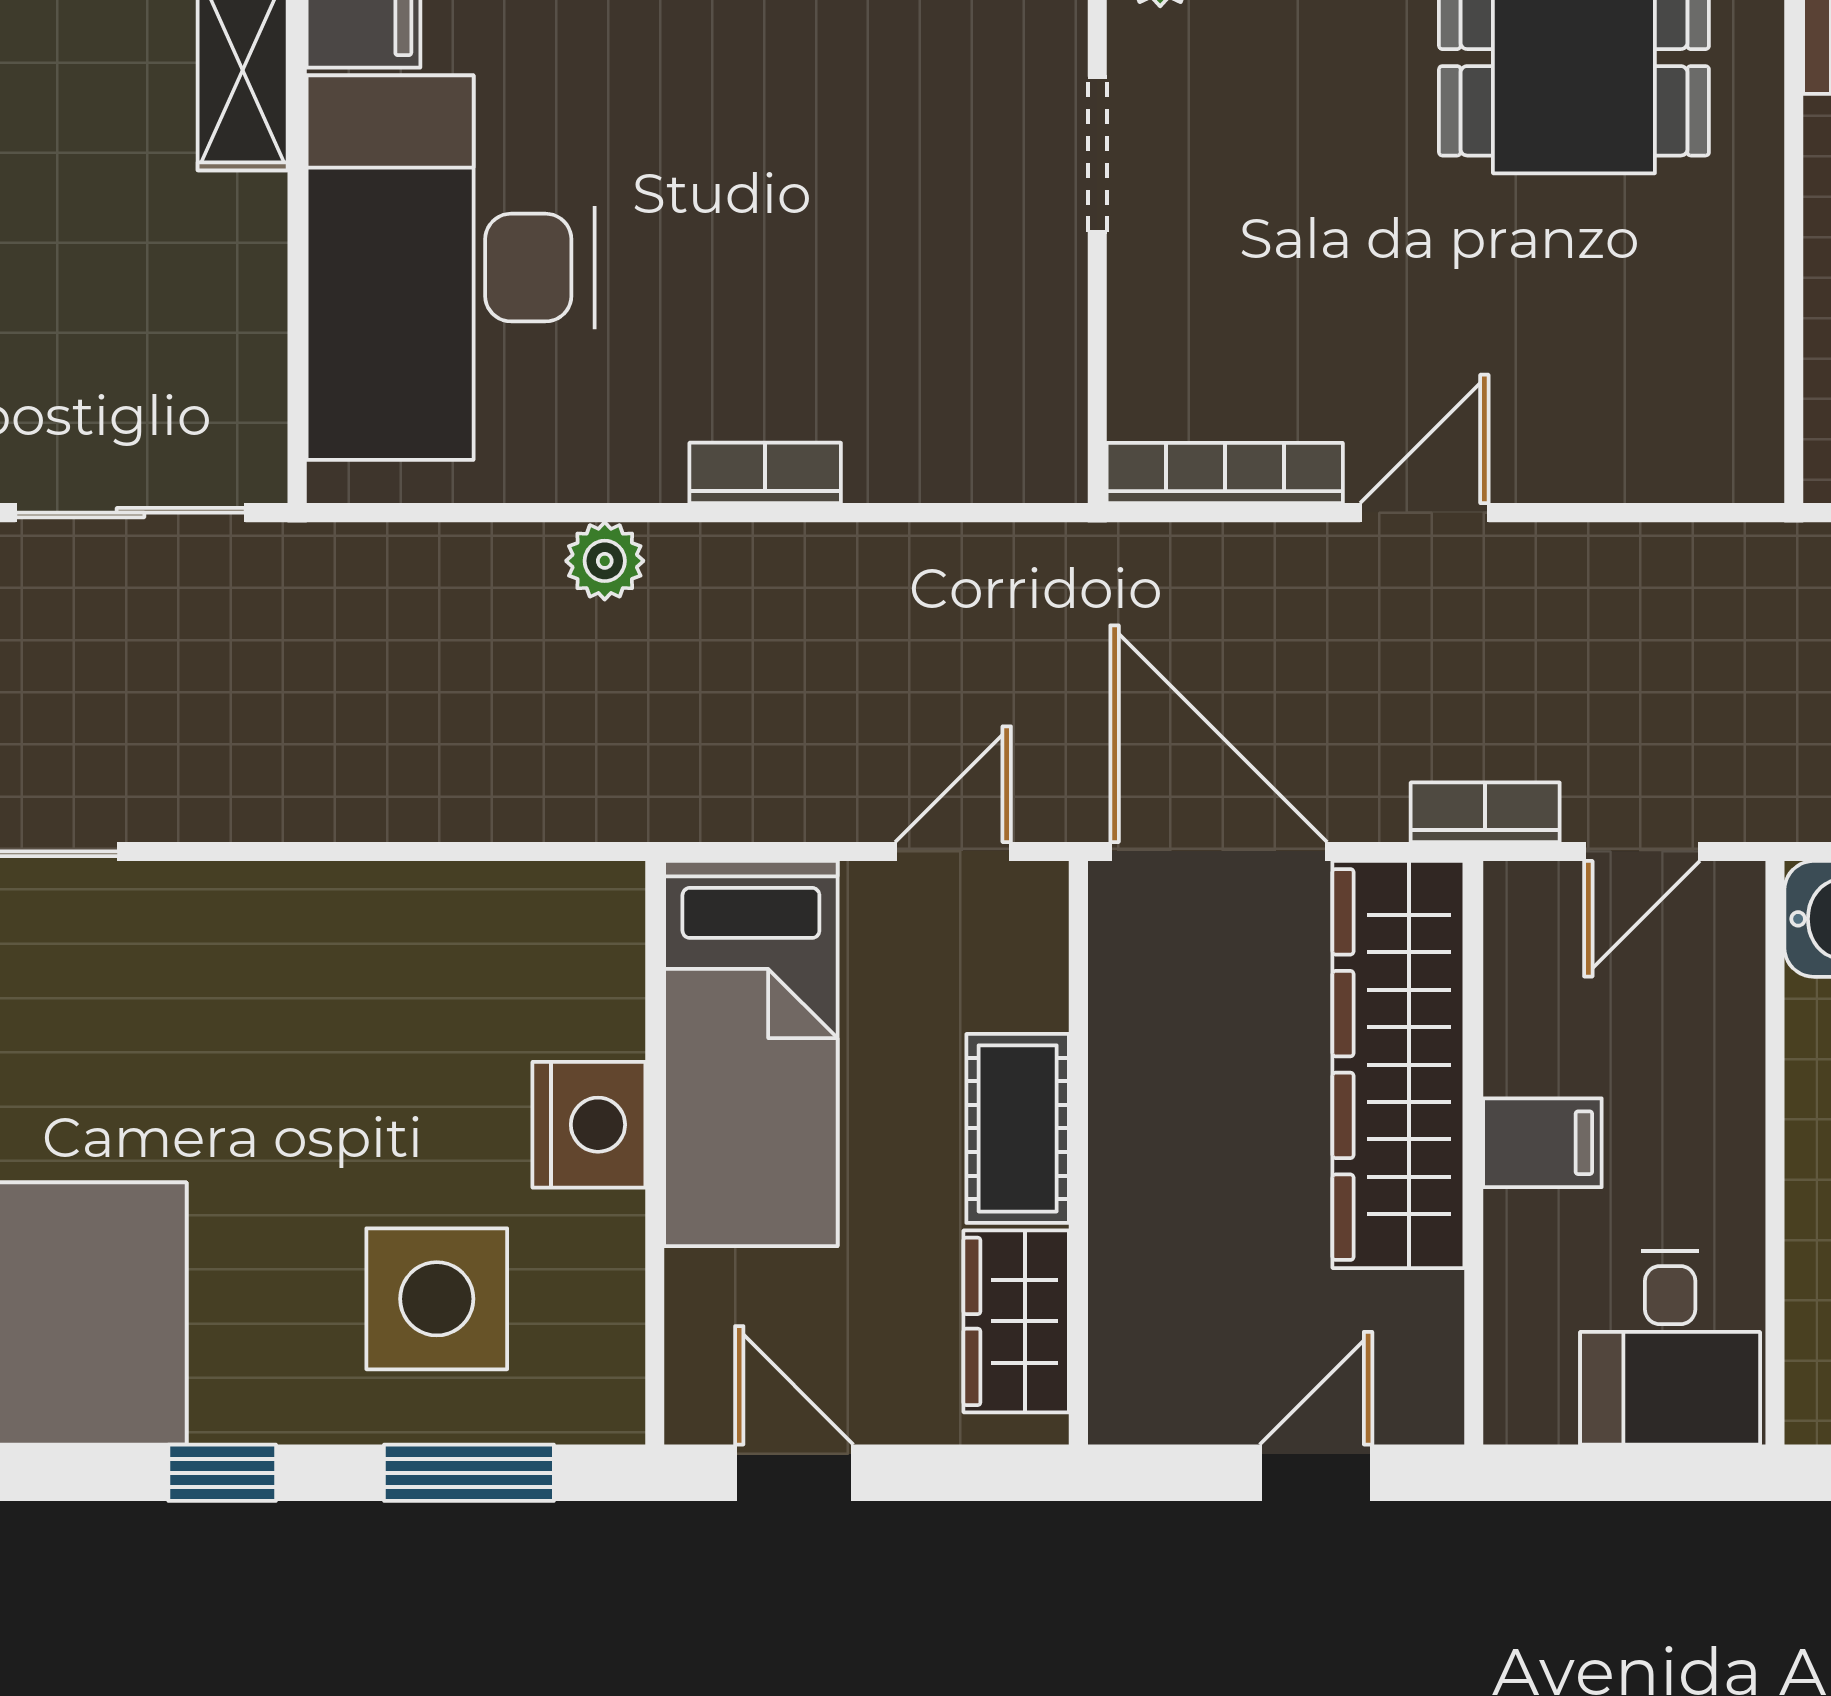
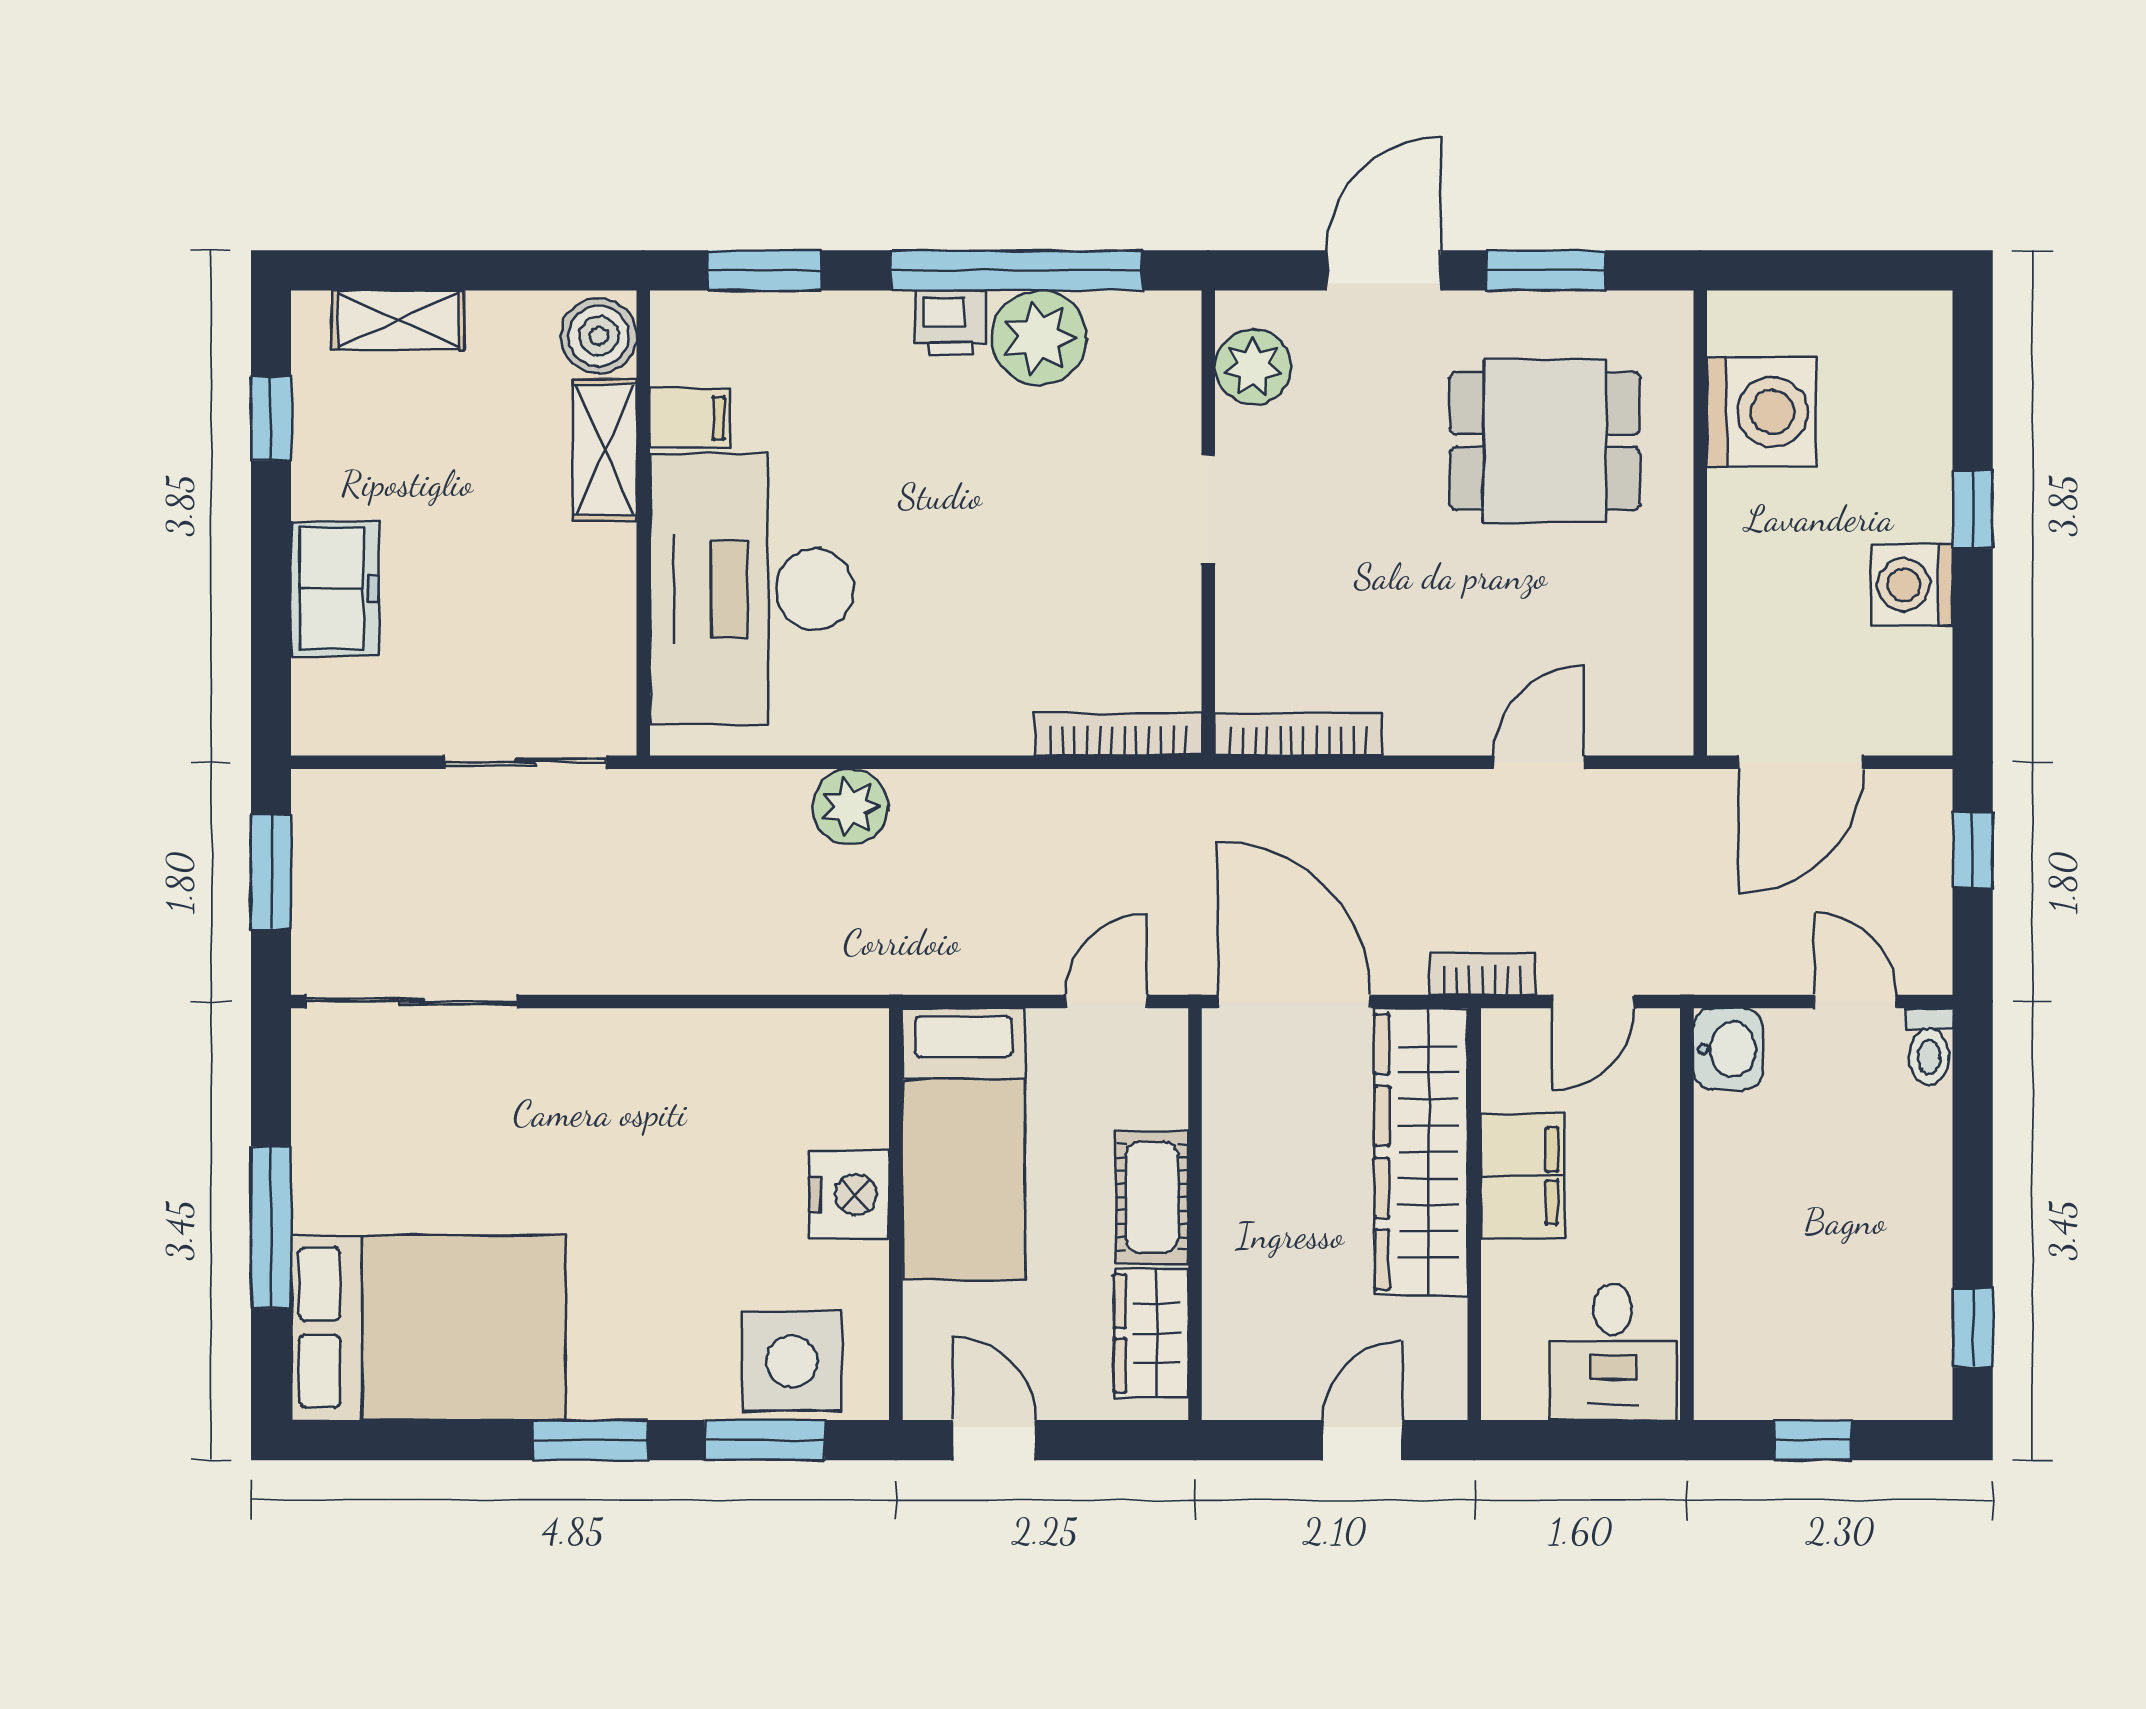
bookcase: (765, 473) -> (1118, 734), moved, width x1.56
door: (1424, 513) -> (1539, 762), moved
plant: (605, 561) -> (850, 807), width x1.38, depth x1.38
filing cabinet: (1542, 1143) -> (1523, 1176), width x2.00
side table: (437, 1299) -> (792, 1361), moved
window: (222, 1473) -> (590, 1440), width x1.50

